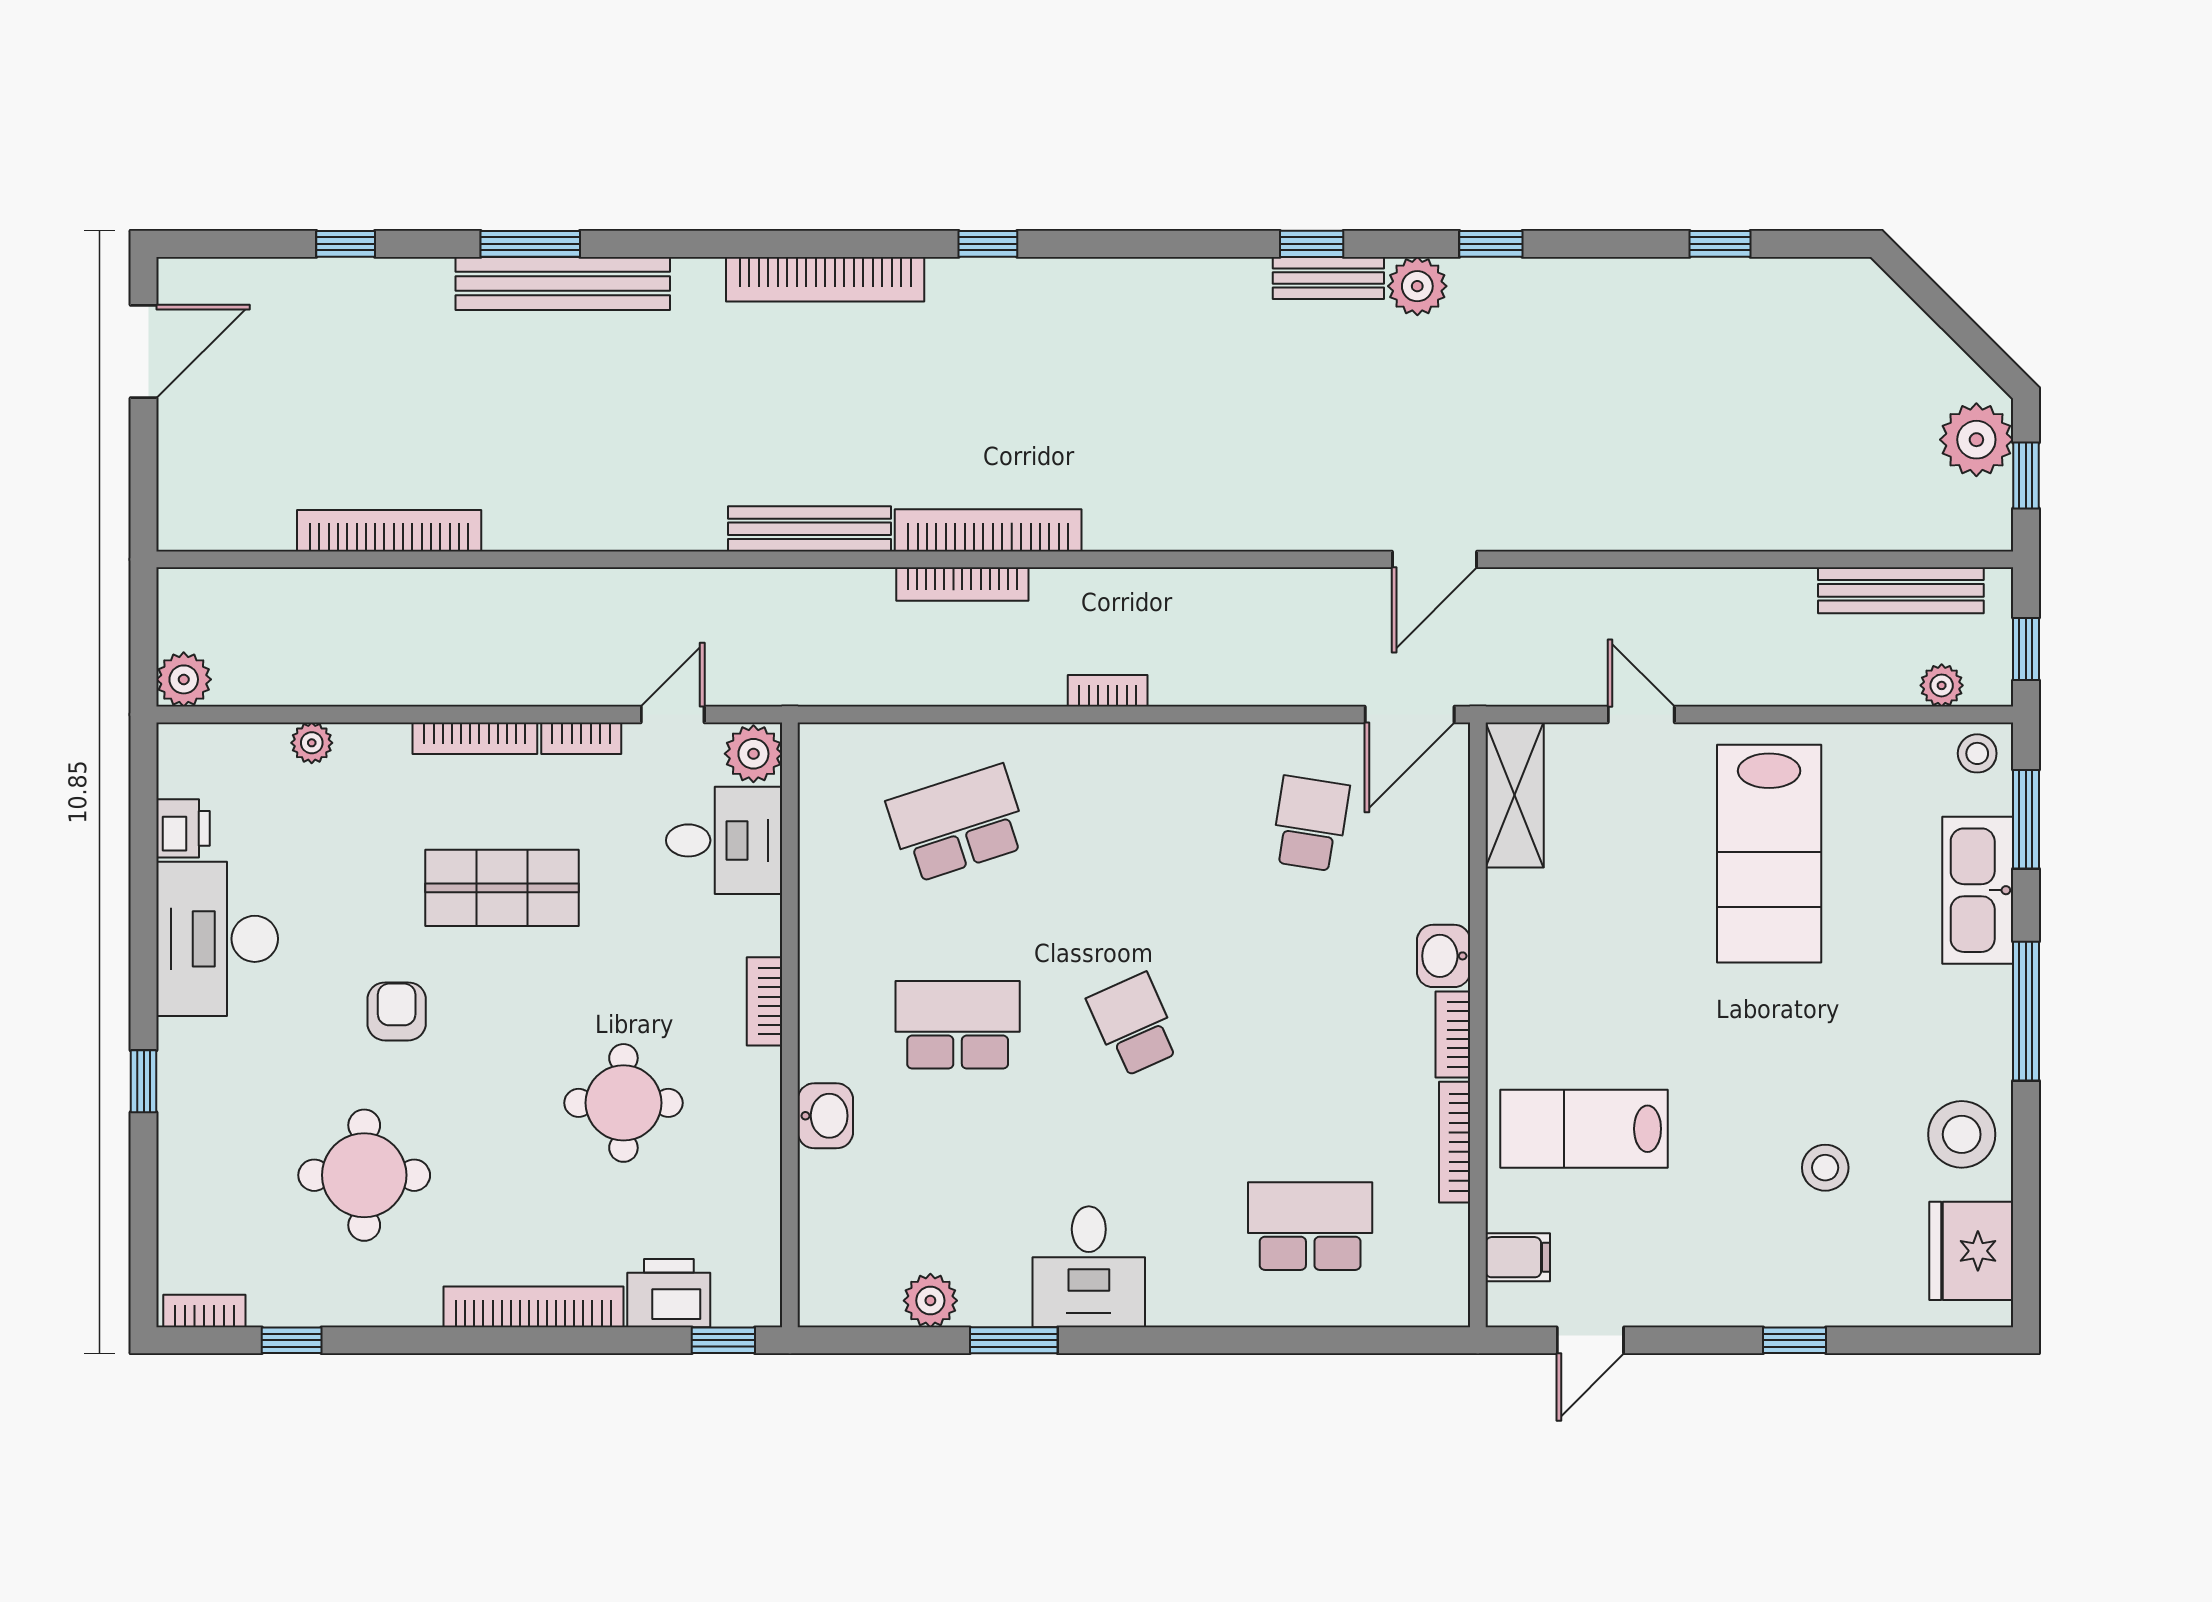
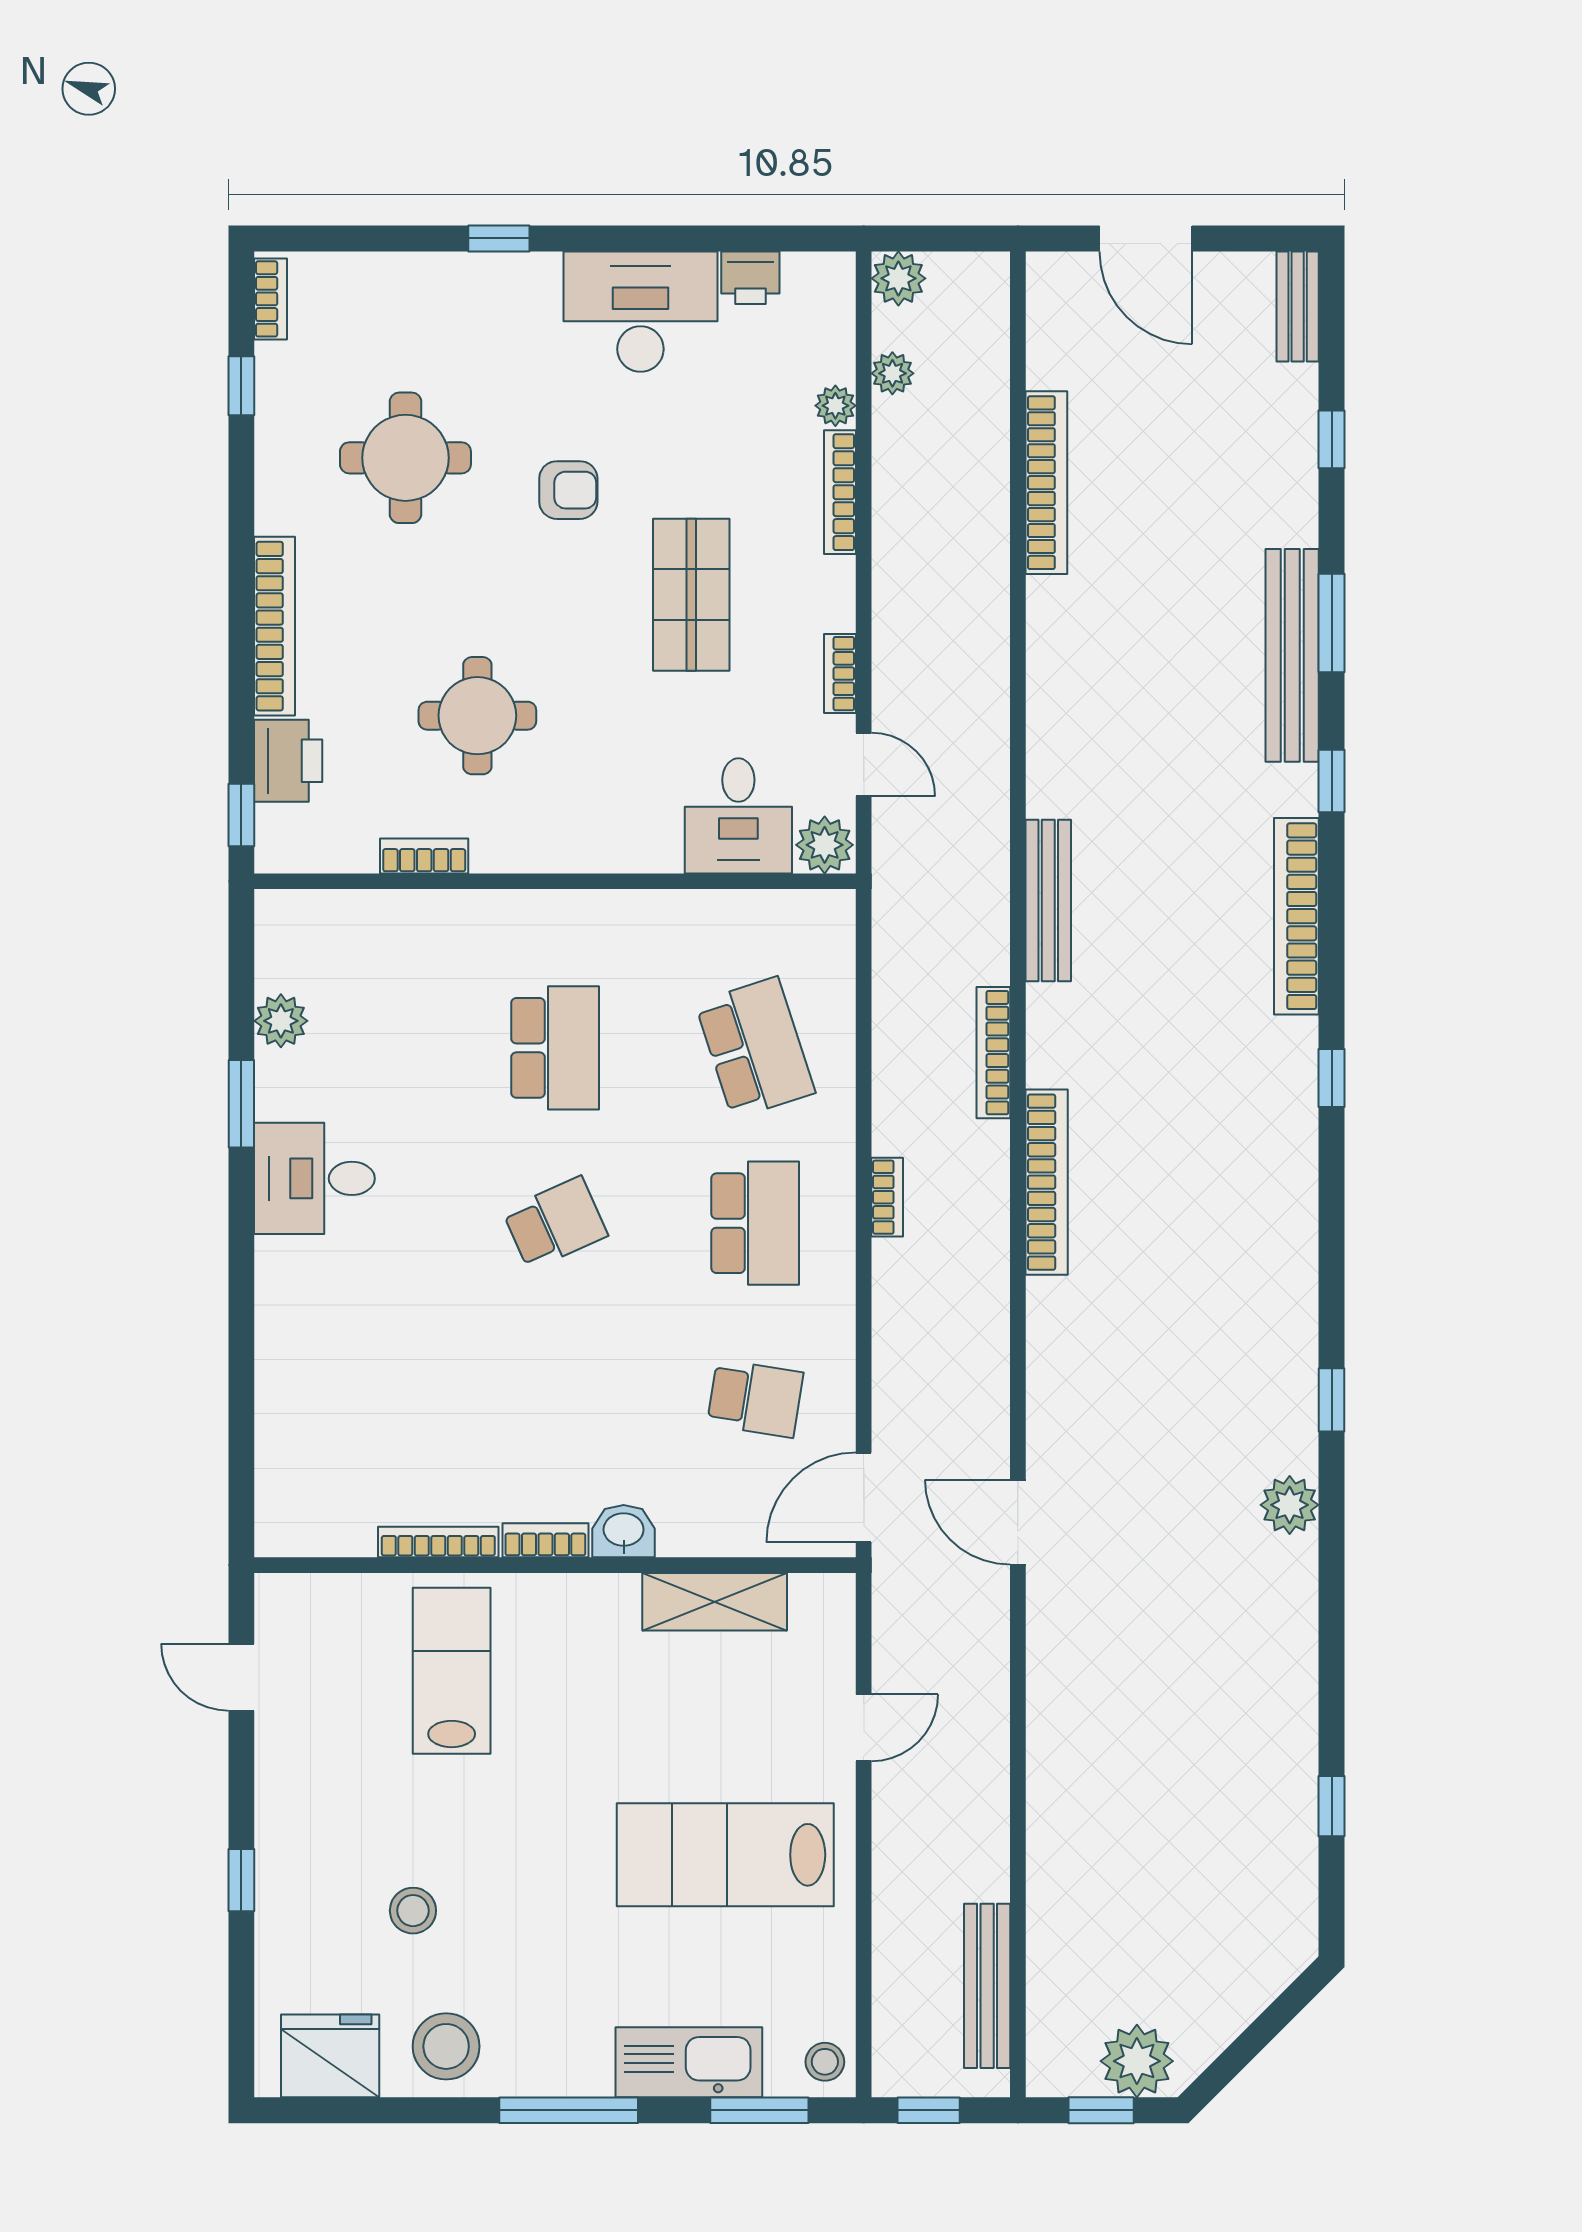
window: (1491, 244) -> (1332, 781), moved
bench: (1328, 278) -> (1298, 307), moved
door: (144, 351) -> (1146, 238), moved
bookcase: (988, 530) -> (1047, 1182), moved
plant: (1942, 685) -> (892, 373), moved
door: (1410, 714) -> (864, 1497), hinge flipped
bookcase: (475, 738) -> (840, 492), moved
shelving: (1515, 795) -> (715, 1602), moved
bookcase: (765, 1001) -> (424, 856), moved
washbasin: (825, 1116) -> (465, 916), removed
school desk: (1310, 1226) -> (755, 1223), moved
filing cabinet: (1518, 1257) -> (324, 1605), removed

